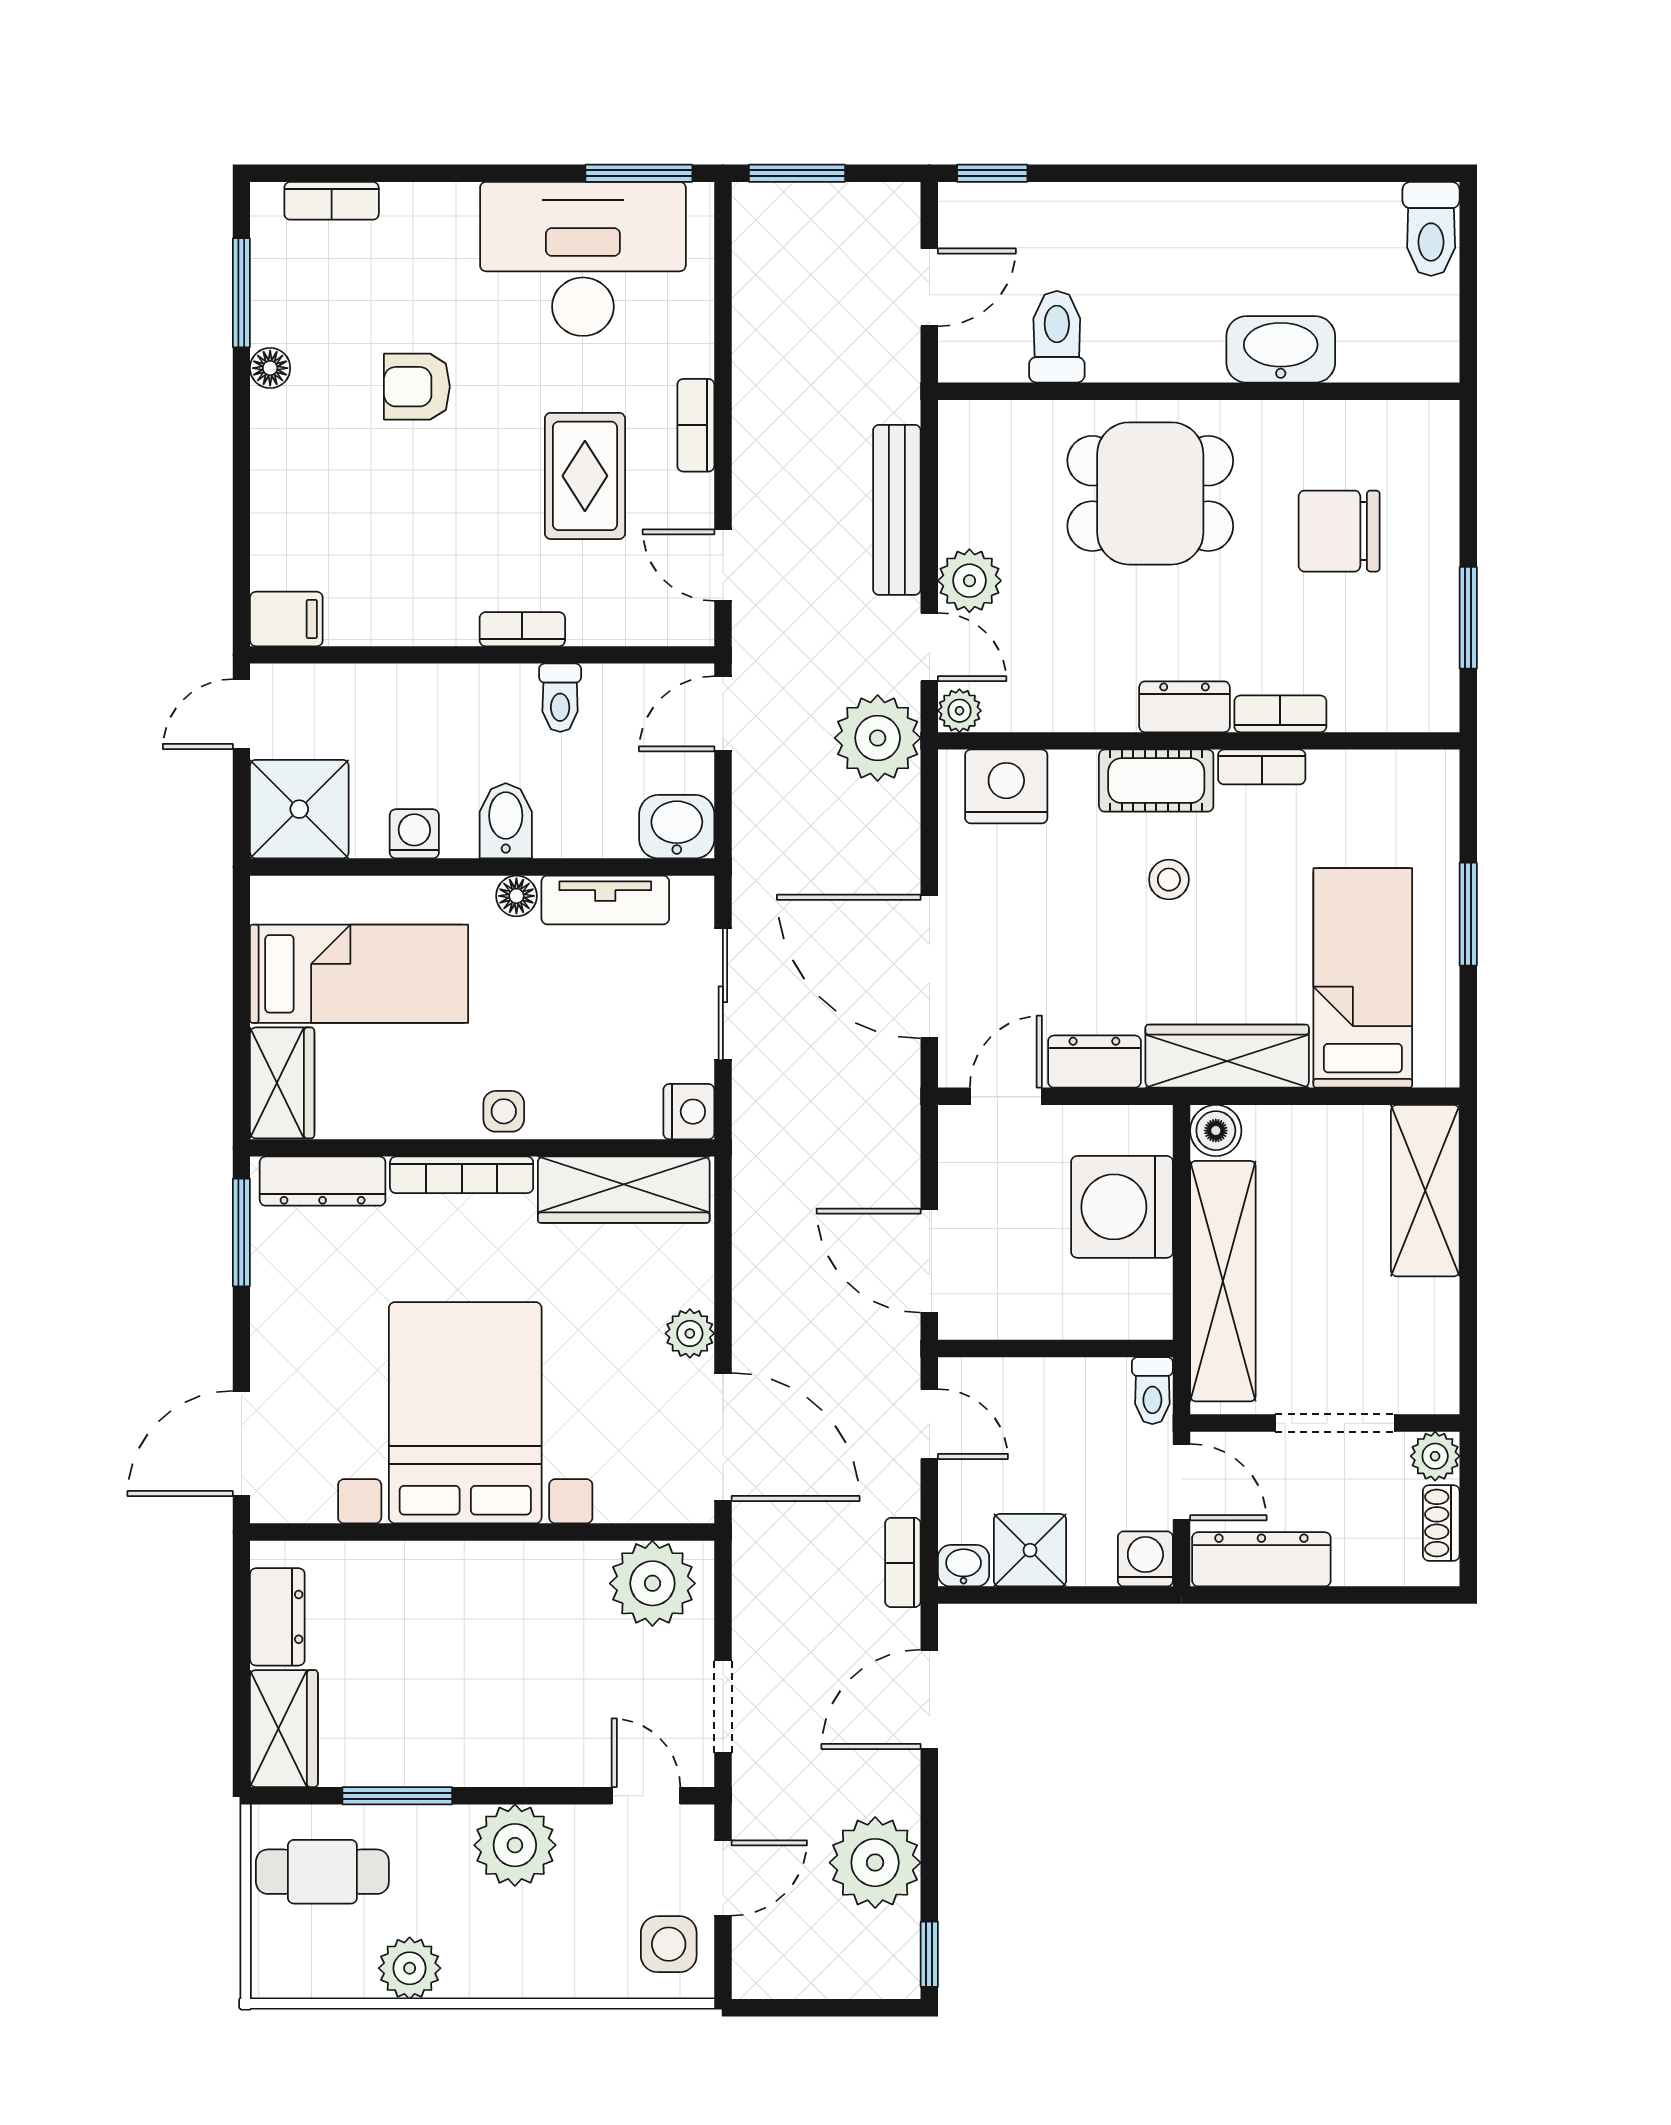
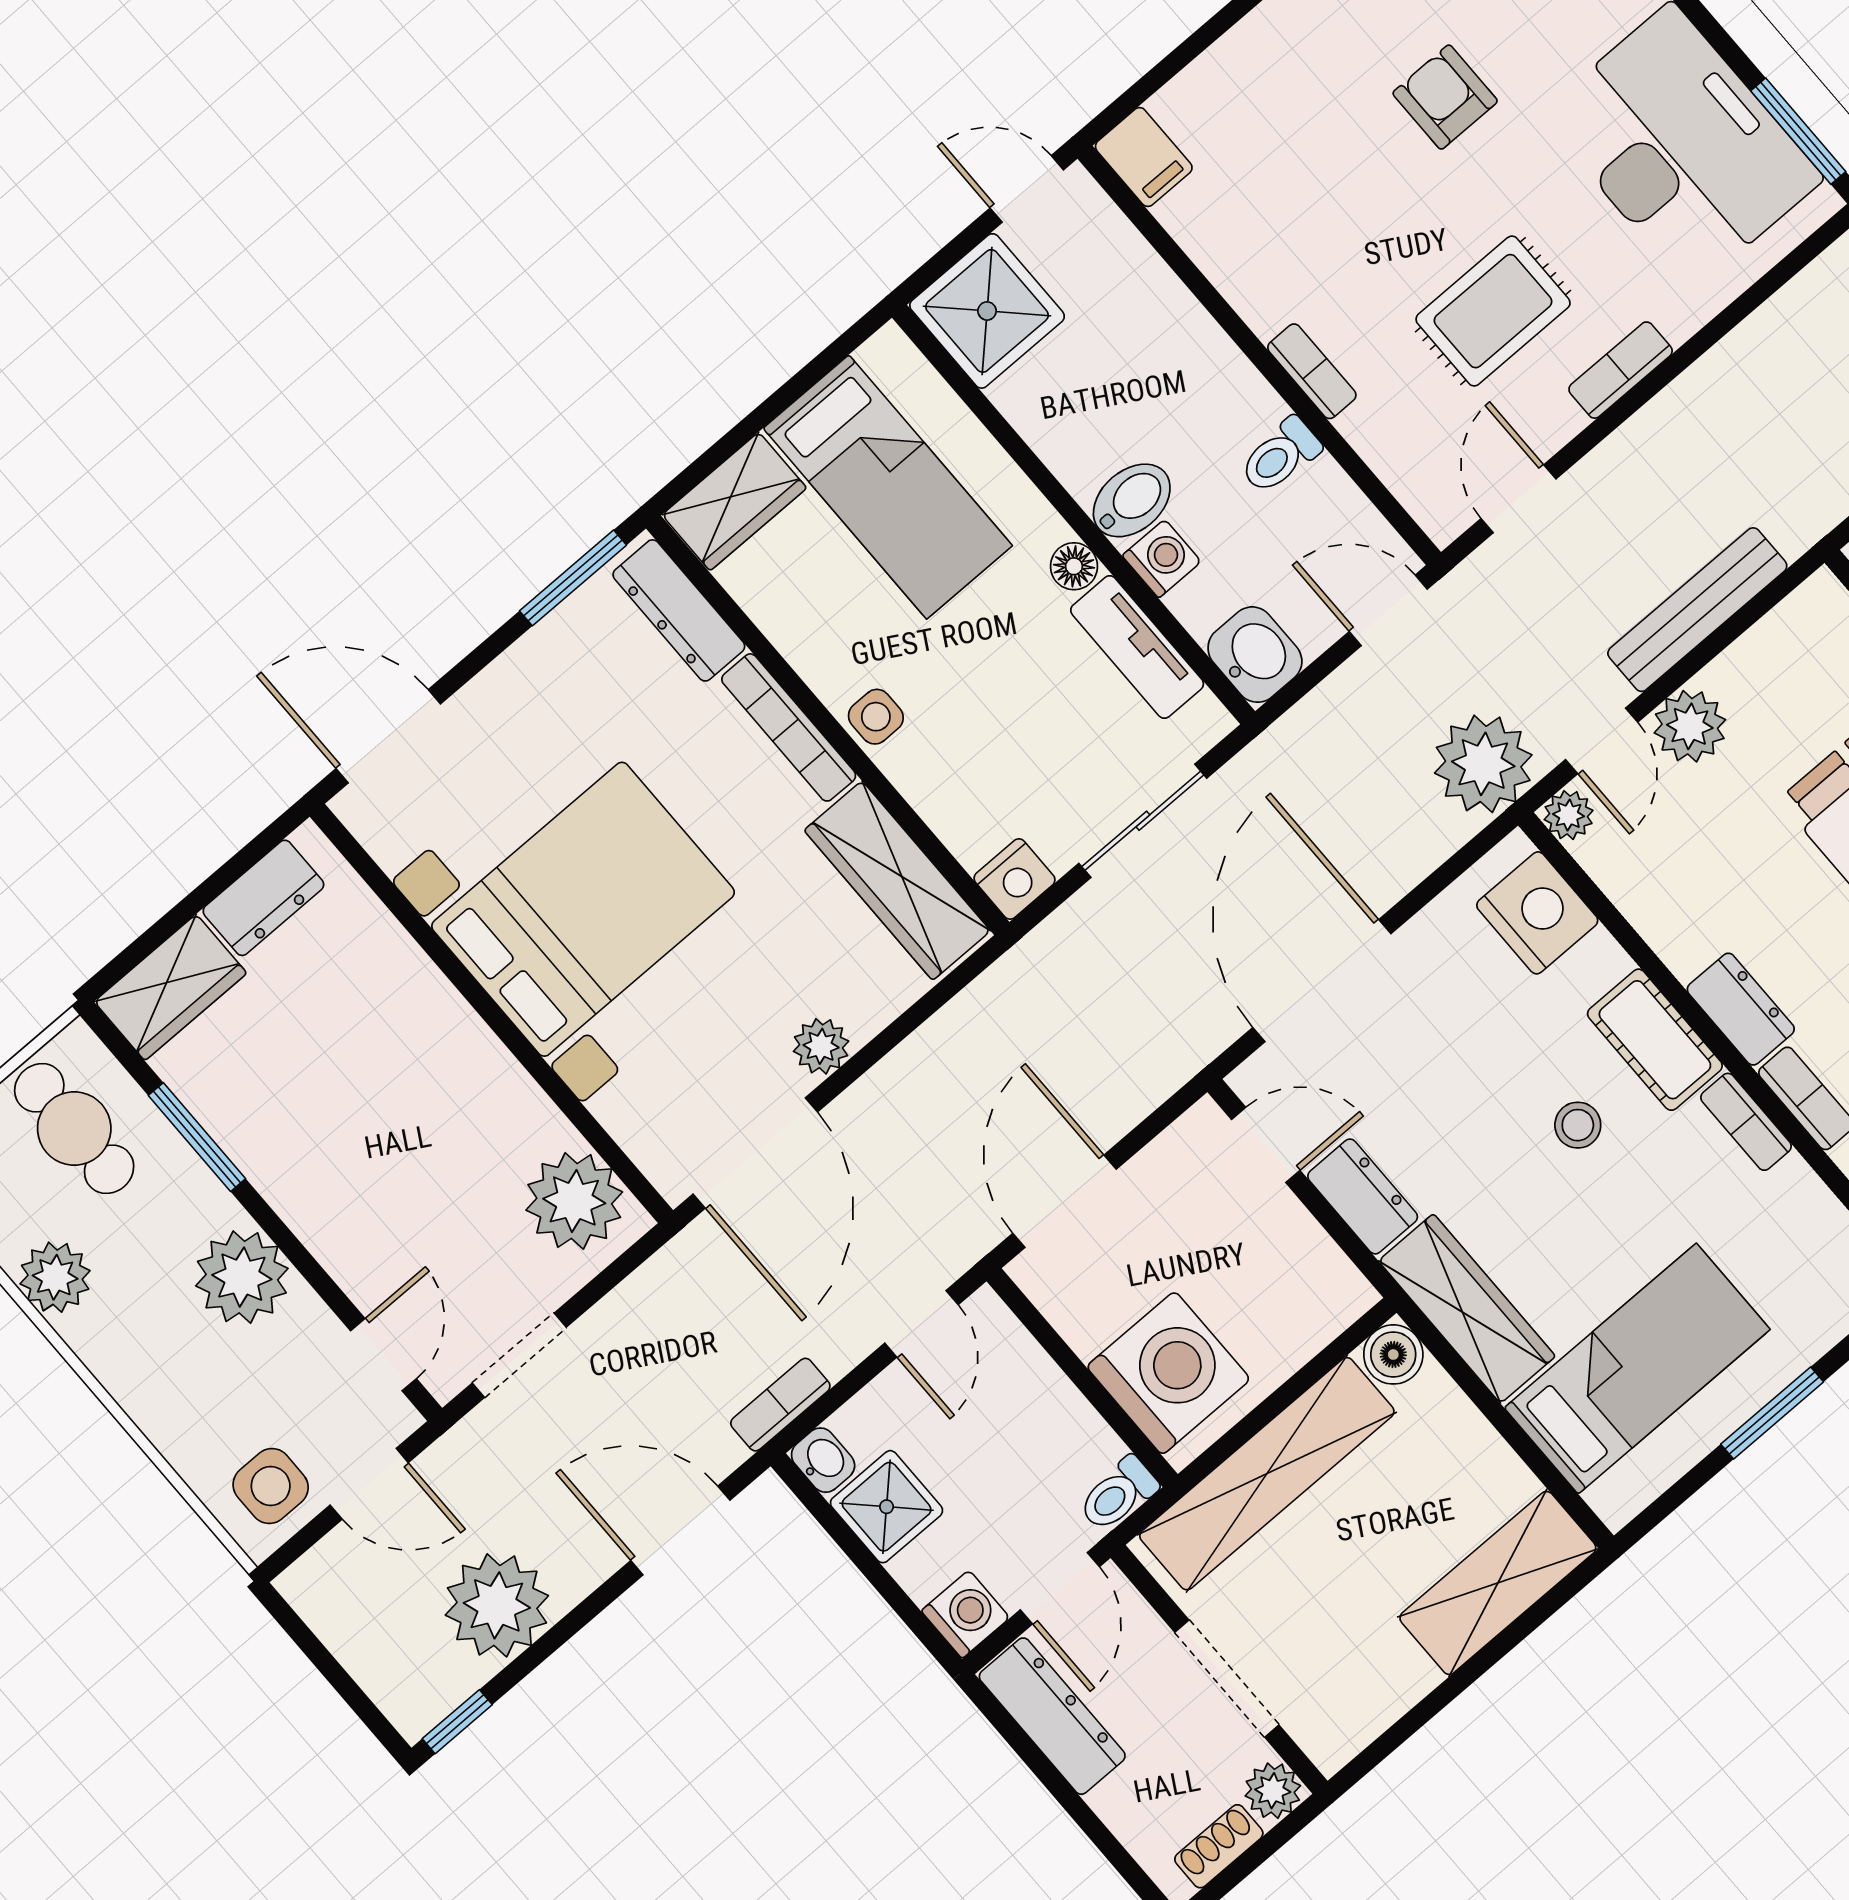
washing machine: (414, 834) -> (1162, 559), moved
washing machine: (1122, 1207) -> (1168, 1373), moved, turned 90

